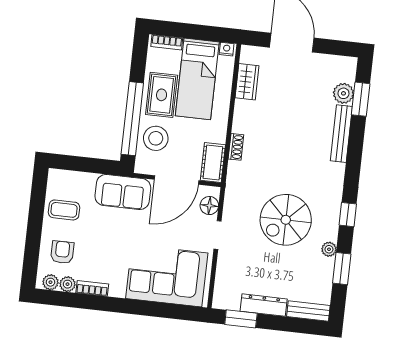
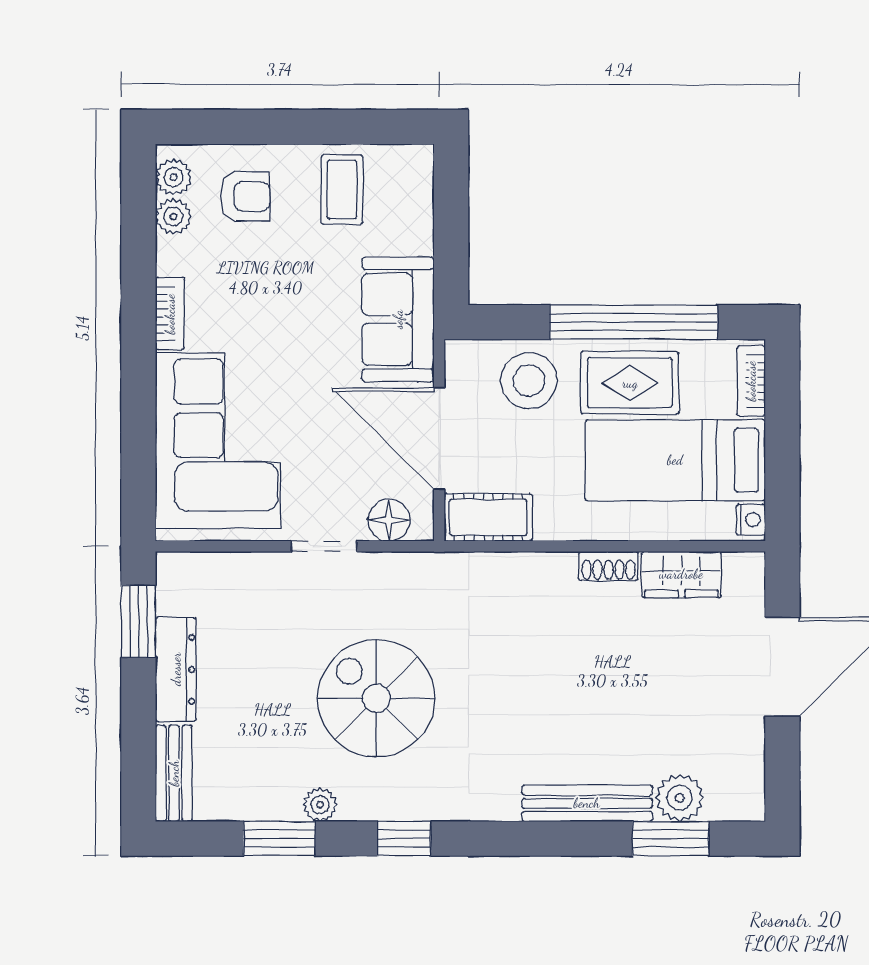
window: (132, 119) -> (634, 322), moved
shoe rack: (236, 147) -> (608, 566), moved
bookcase: (92, 288) -> (170, 314), moved

